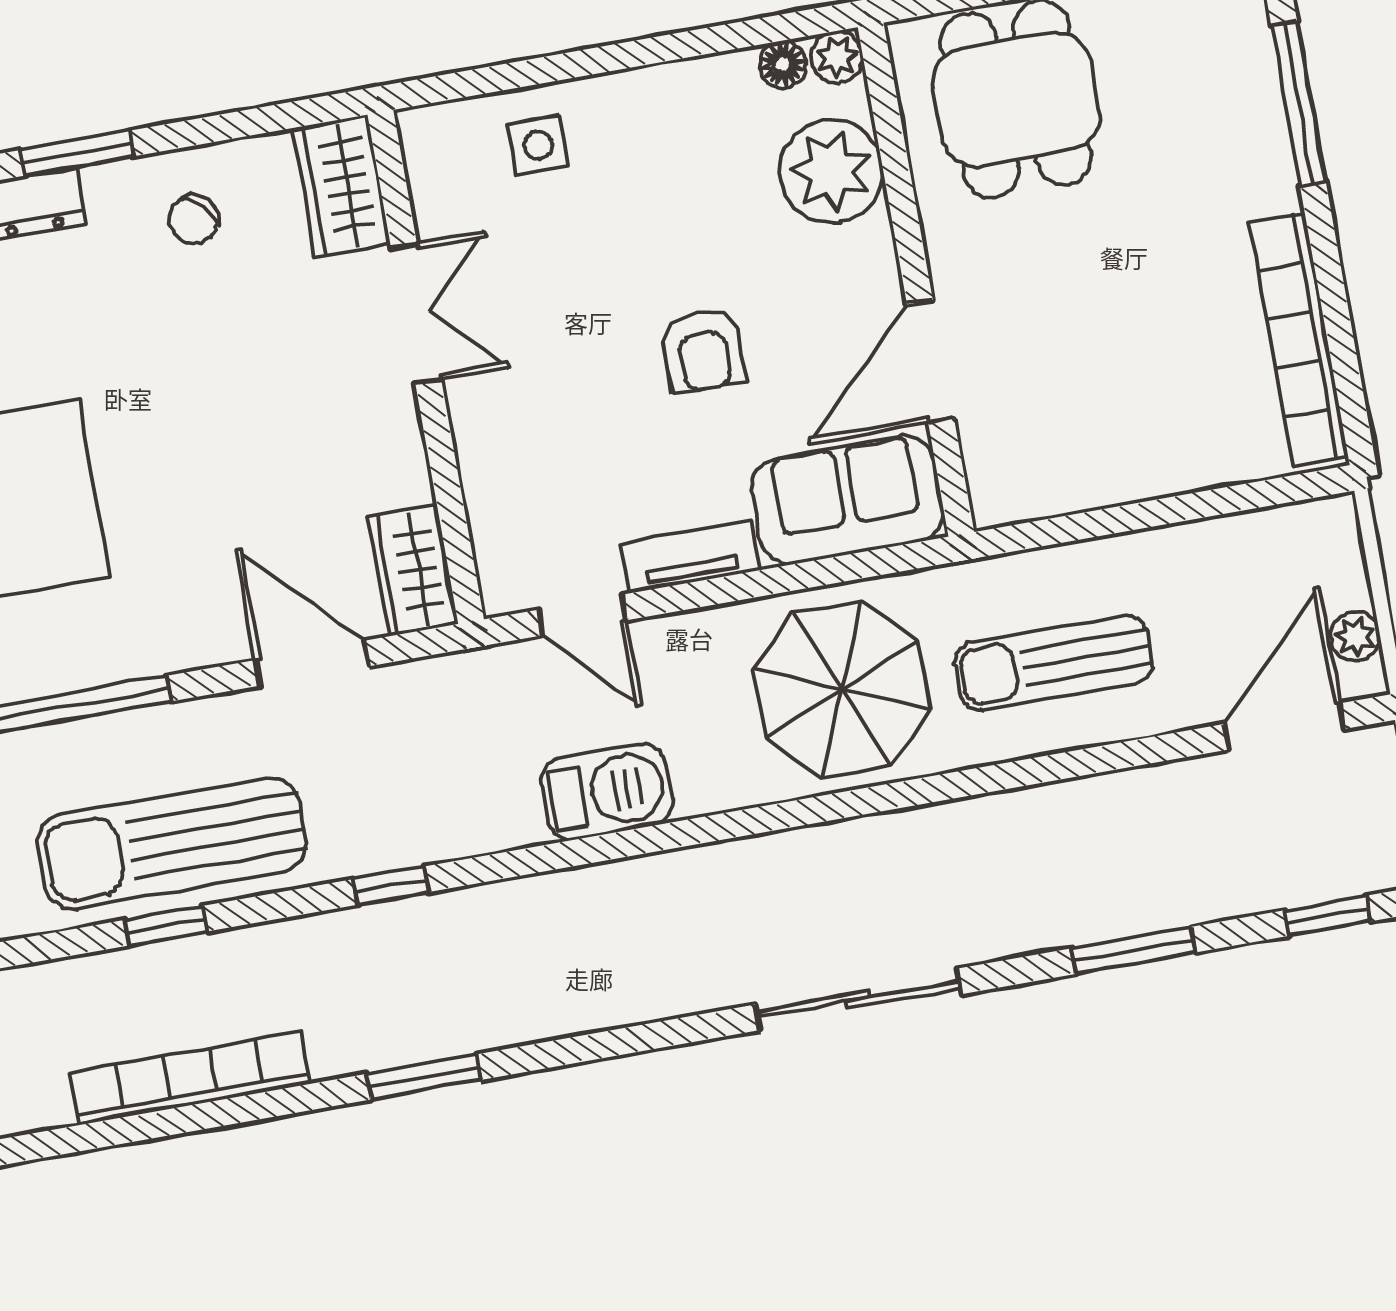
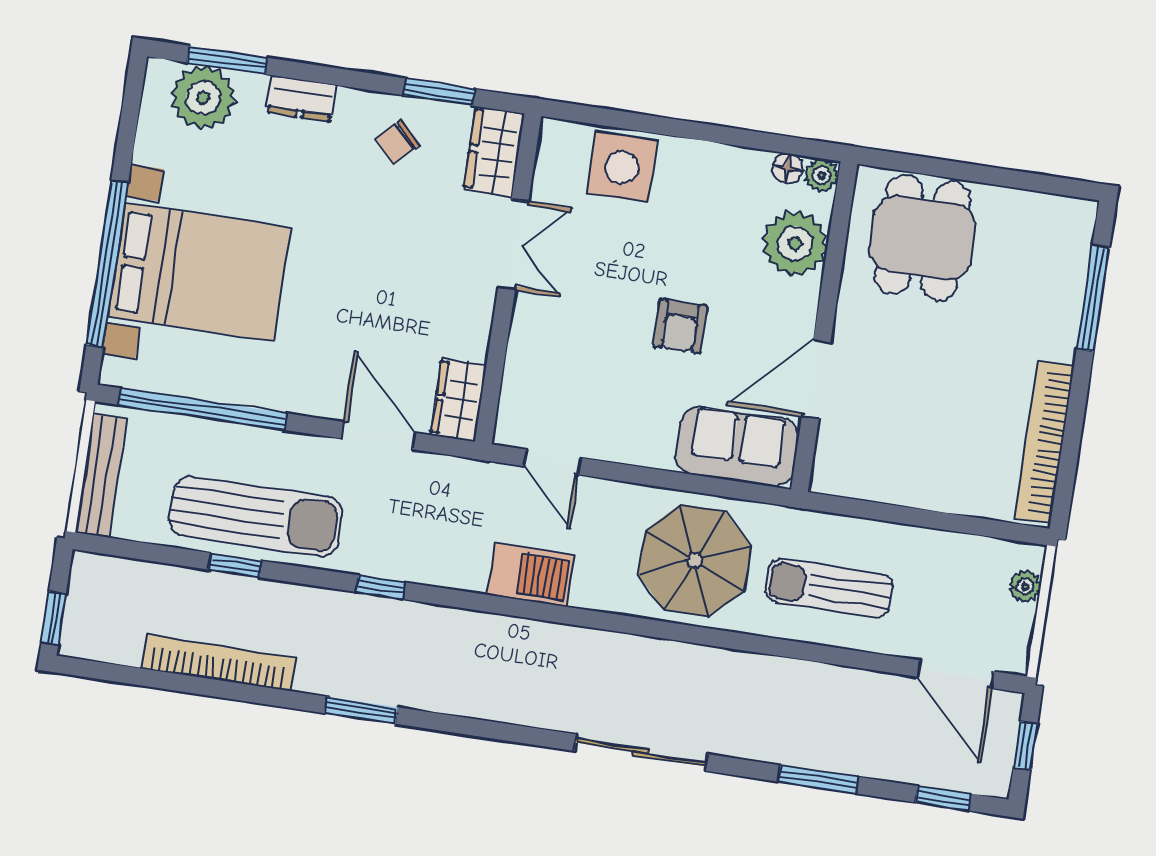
side table: (538, 145) -> (622, 167), width x1.87, depth x1.87
window: (77, 153) -> (439, 92), moved
tv unit: (690, 557) -> (630, 449), removed
plant: (1355, 636) -> (1025, 586), moved
door: (1284, 727) -> (956, 674), swing flipped
sun lounger: (172, 843) -> (256, 516), turned 180

